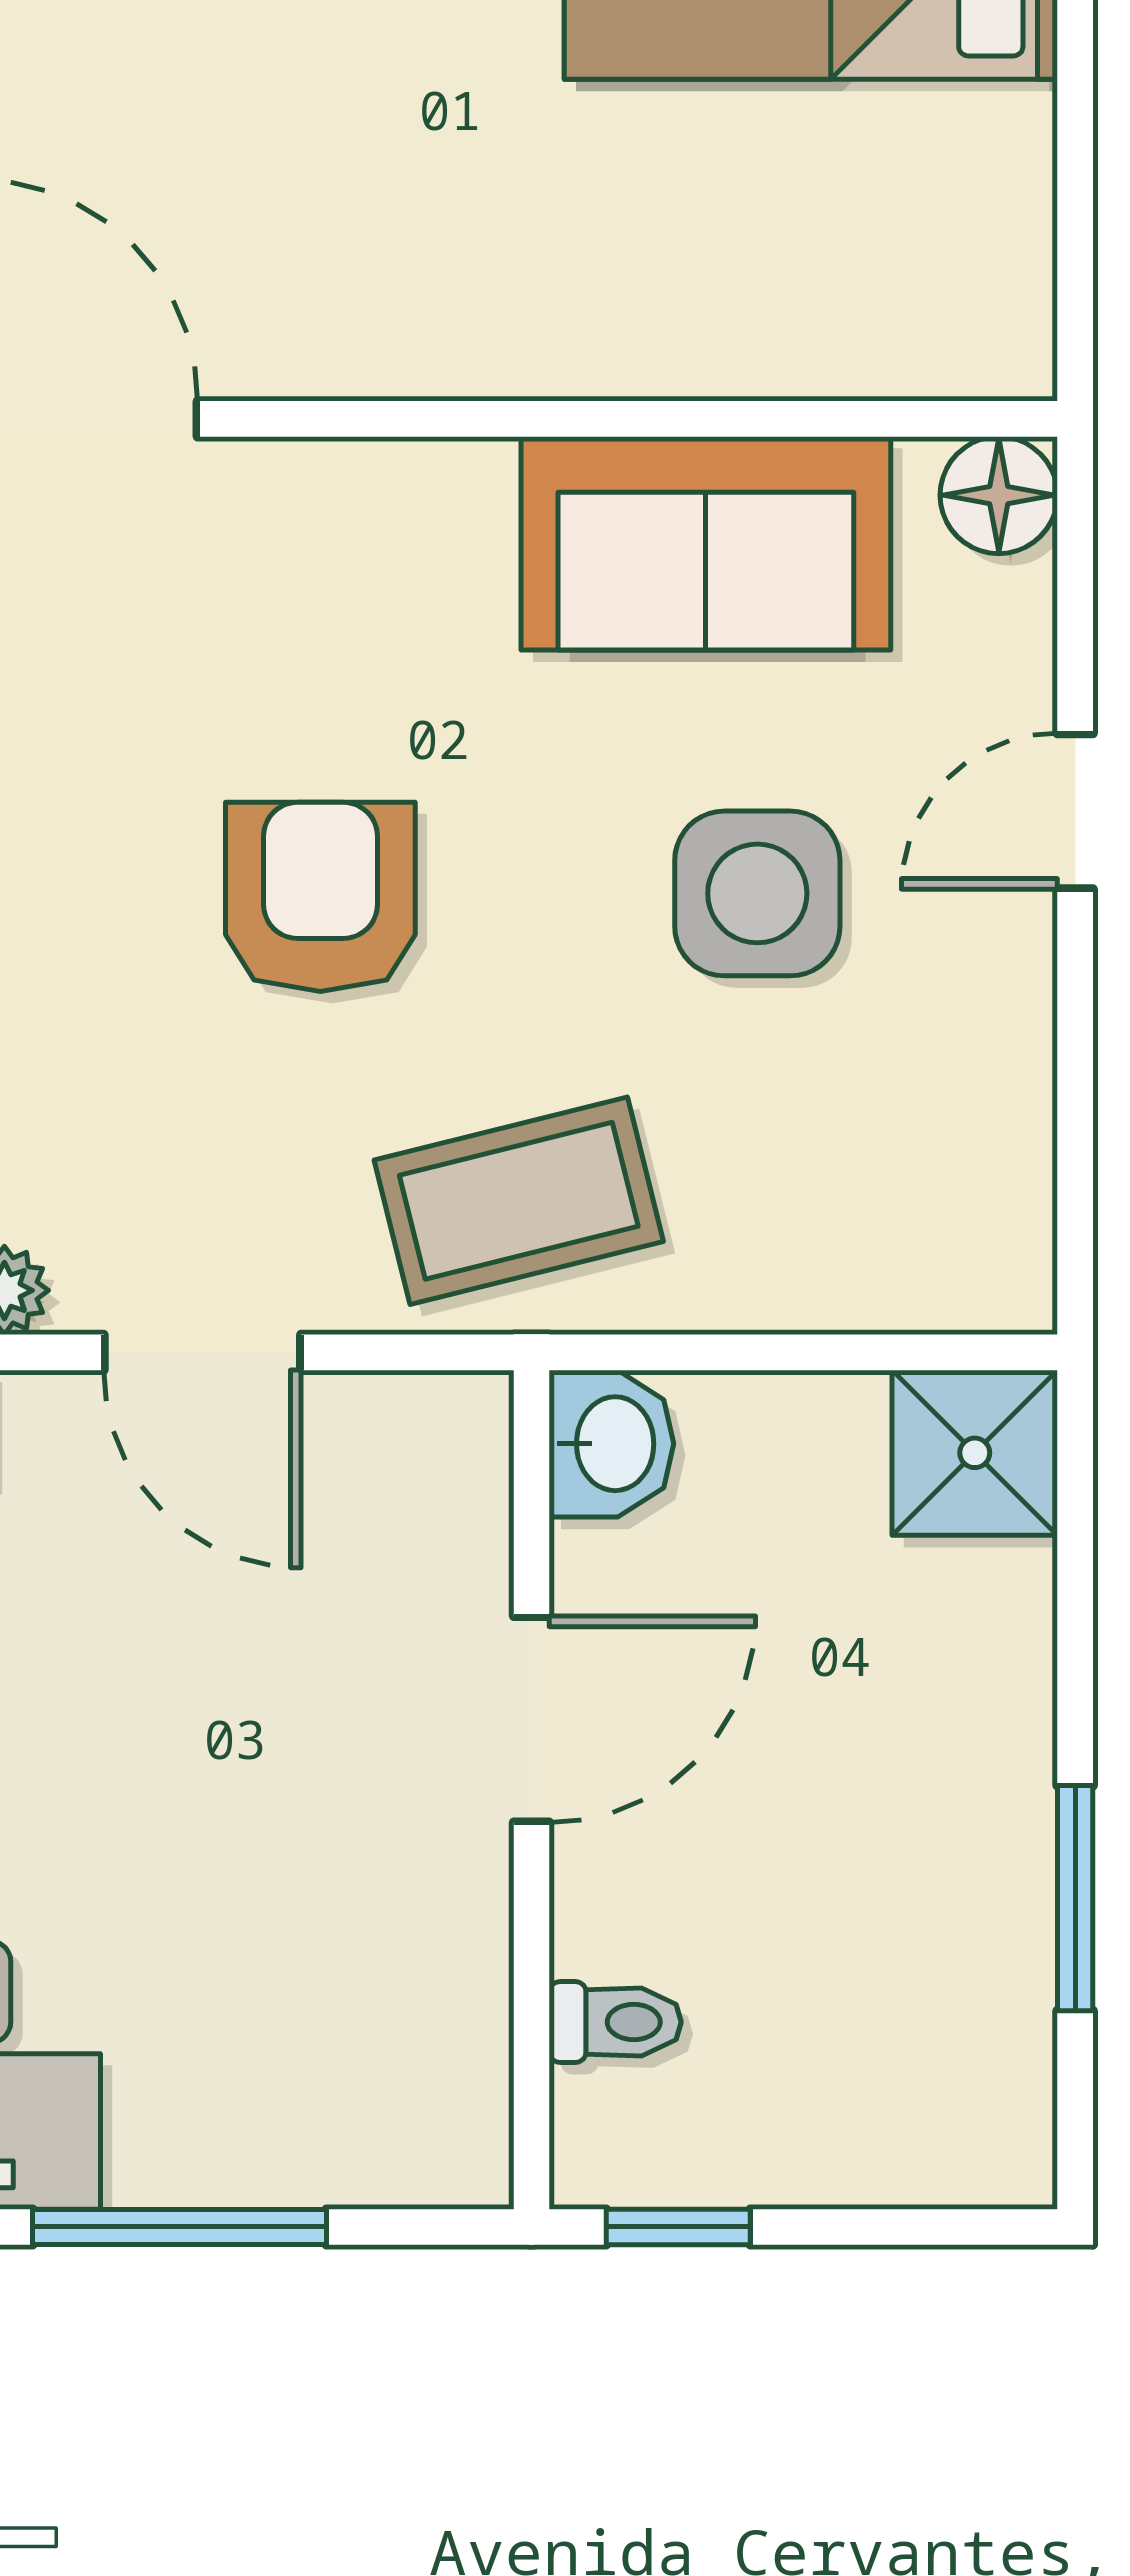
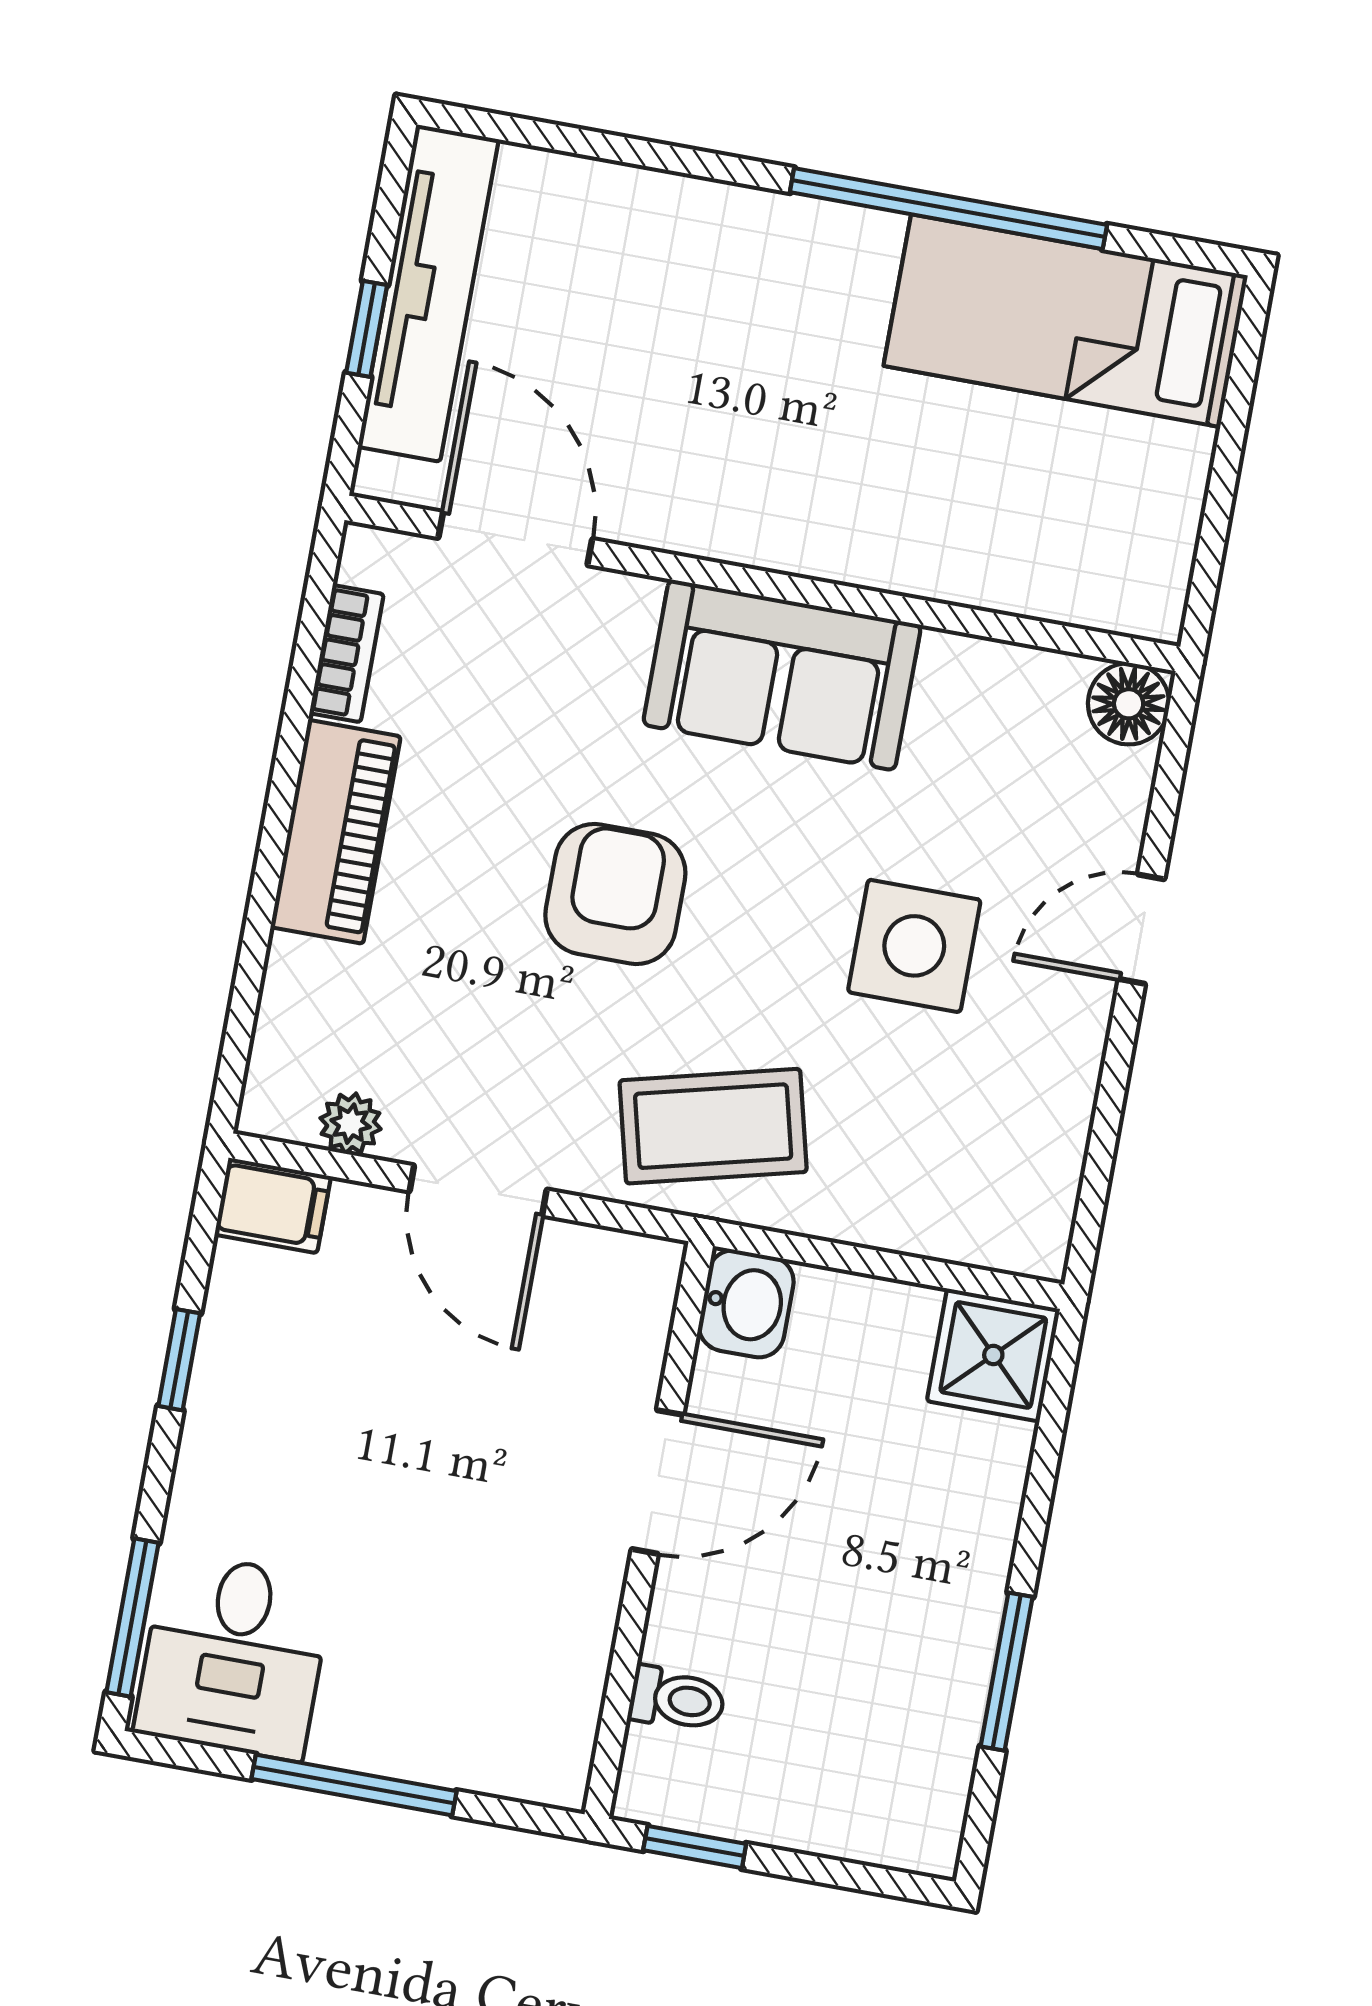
sofa: (706, 543) -> (782, 675), moved

